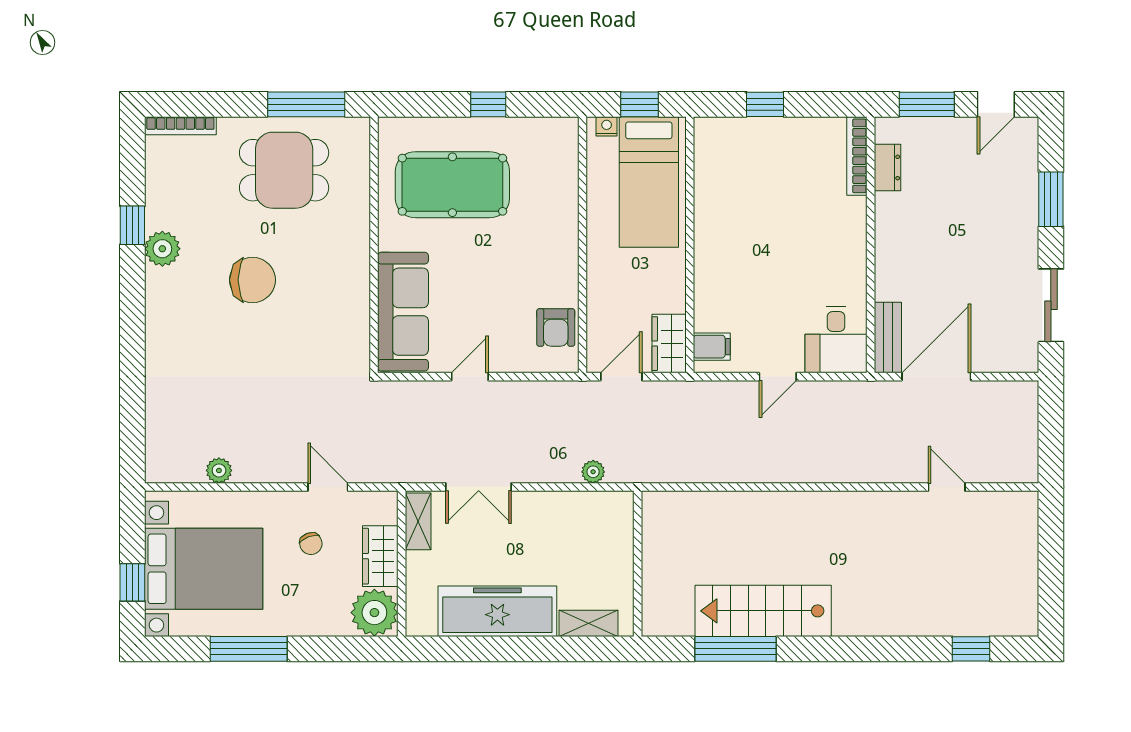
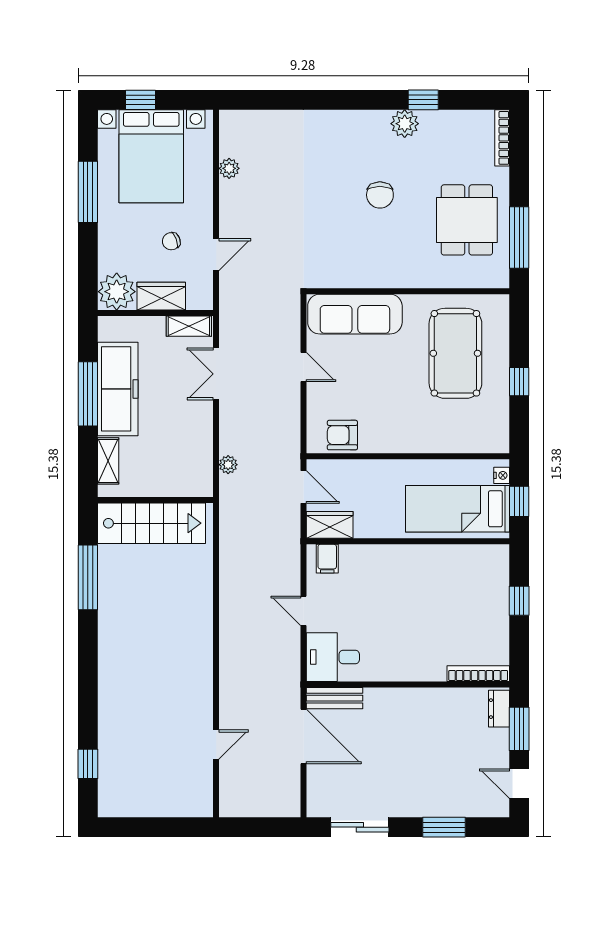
dresser: (887, 167) -> (499, 709), moved, turned 90
chair: (252, 280) -> (380, 195), width x0.73, depth x0.73
stairs: (763, 611) -> (152, 523), moved, turned 90
window: (504, 649) -> (88, 394), added

